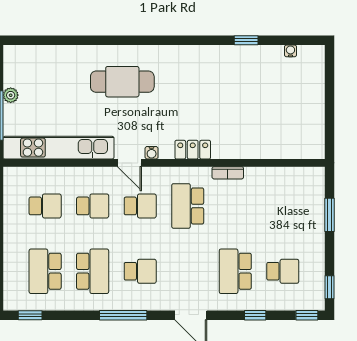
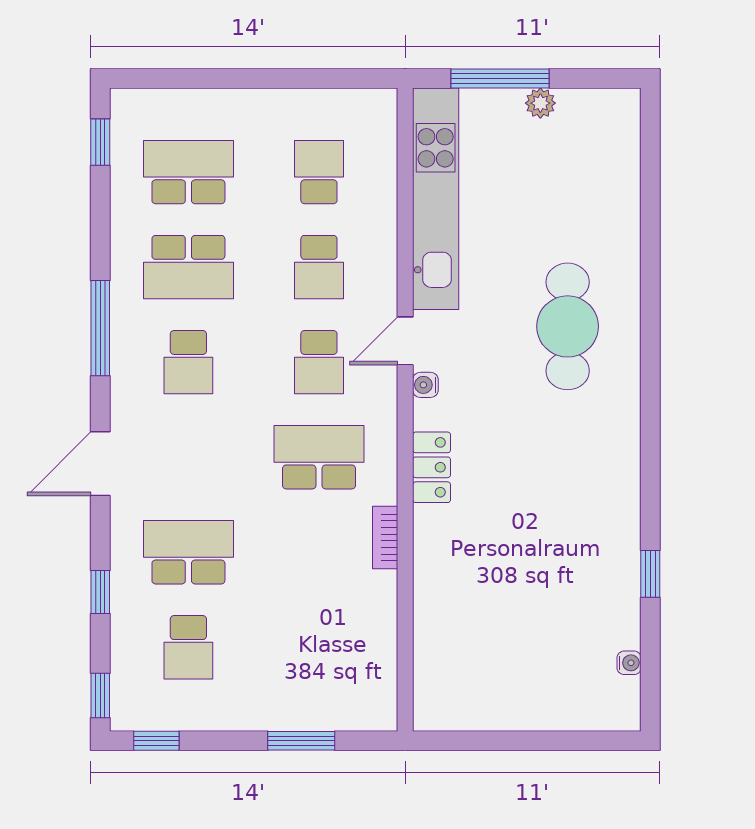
school desk: (45, 206) -> (319, 172), turned 180

